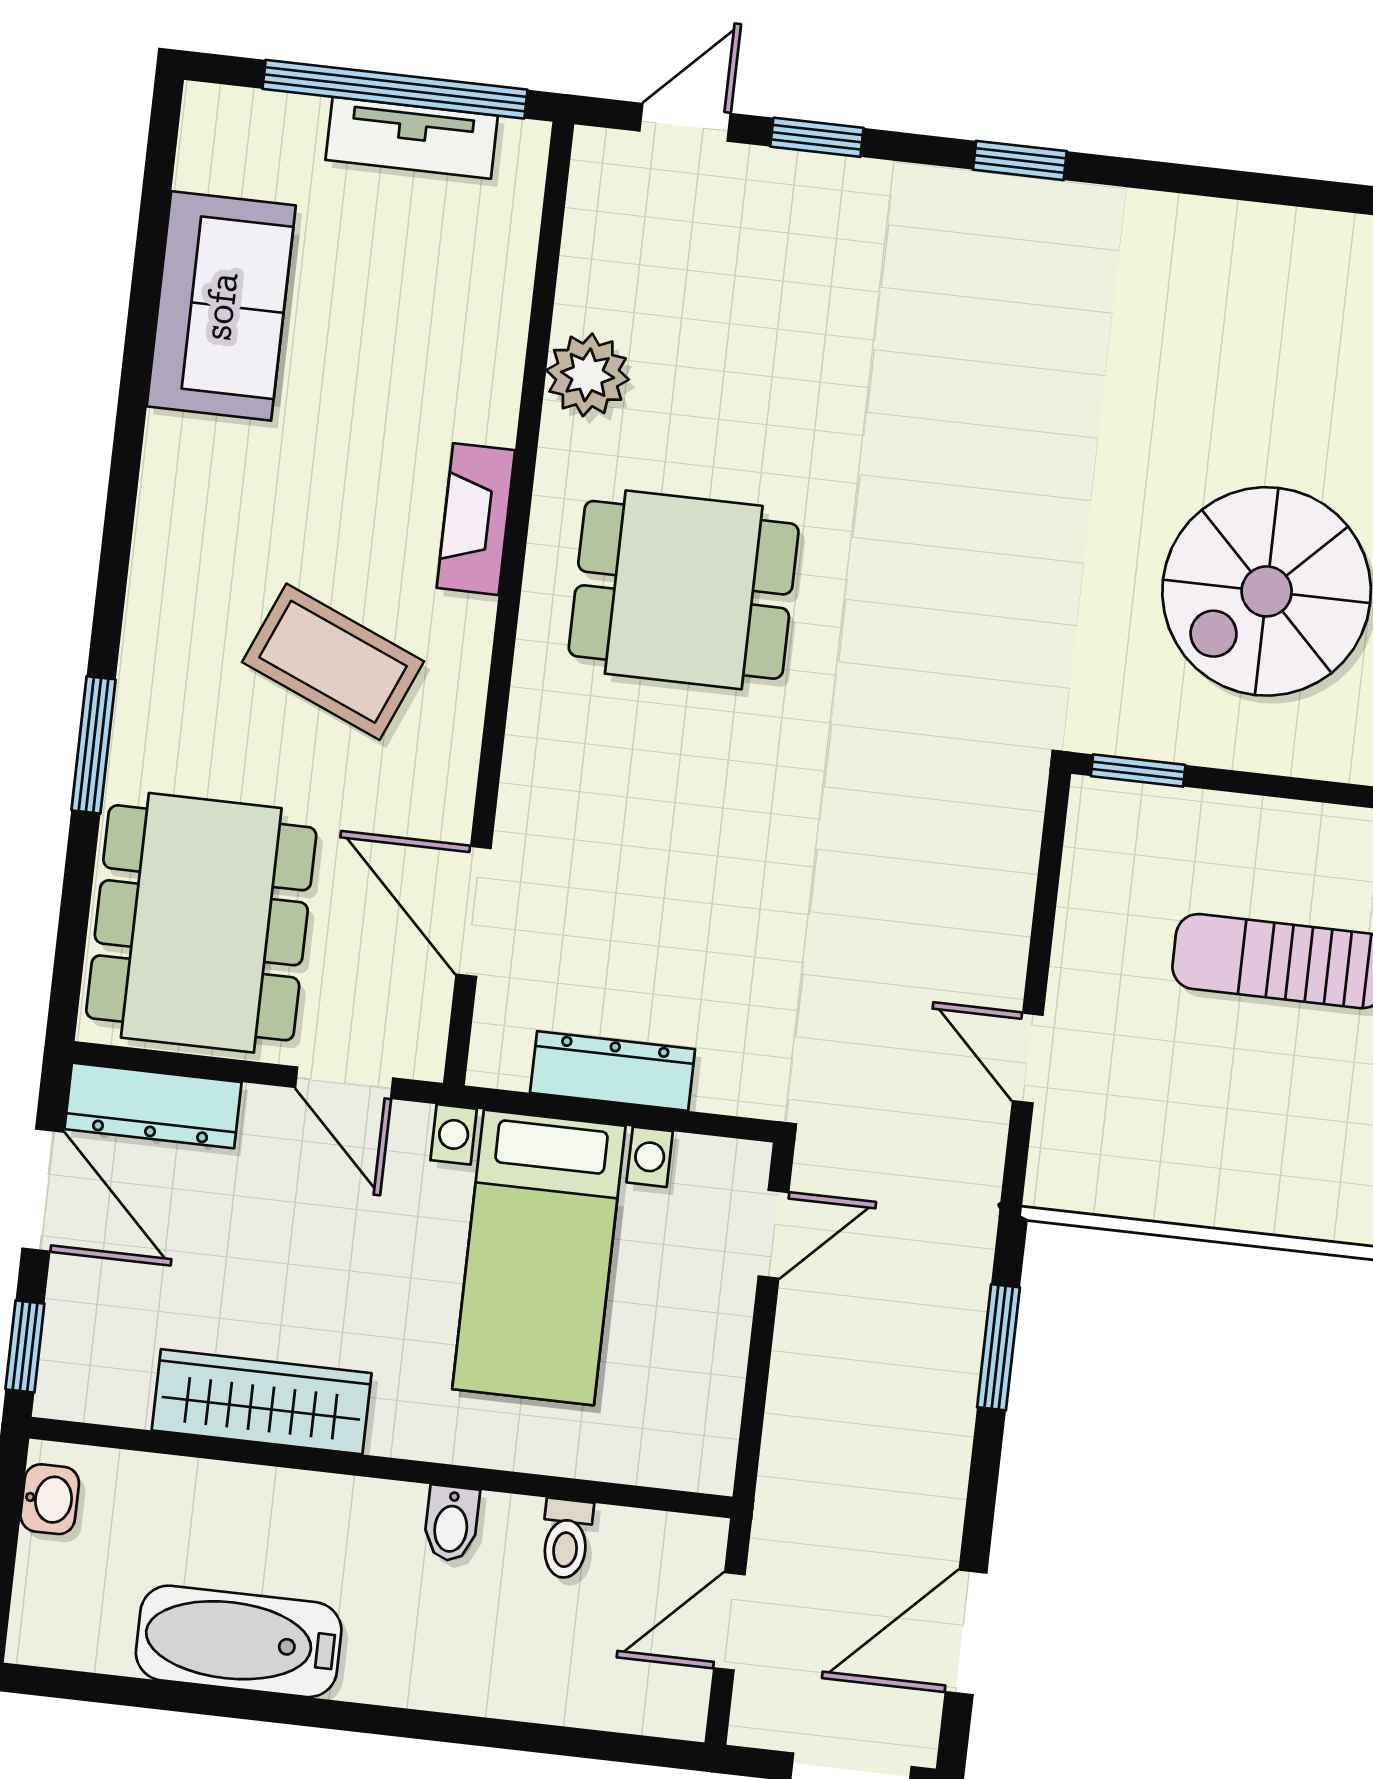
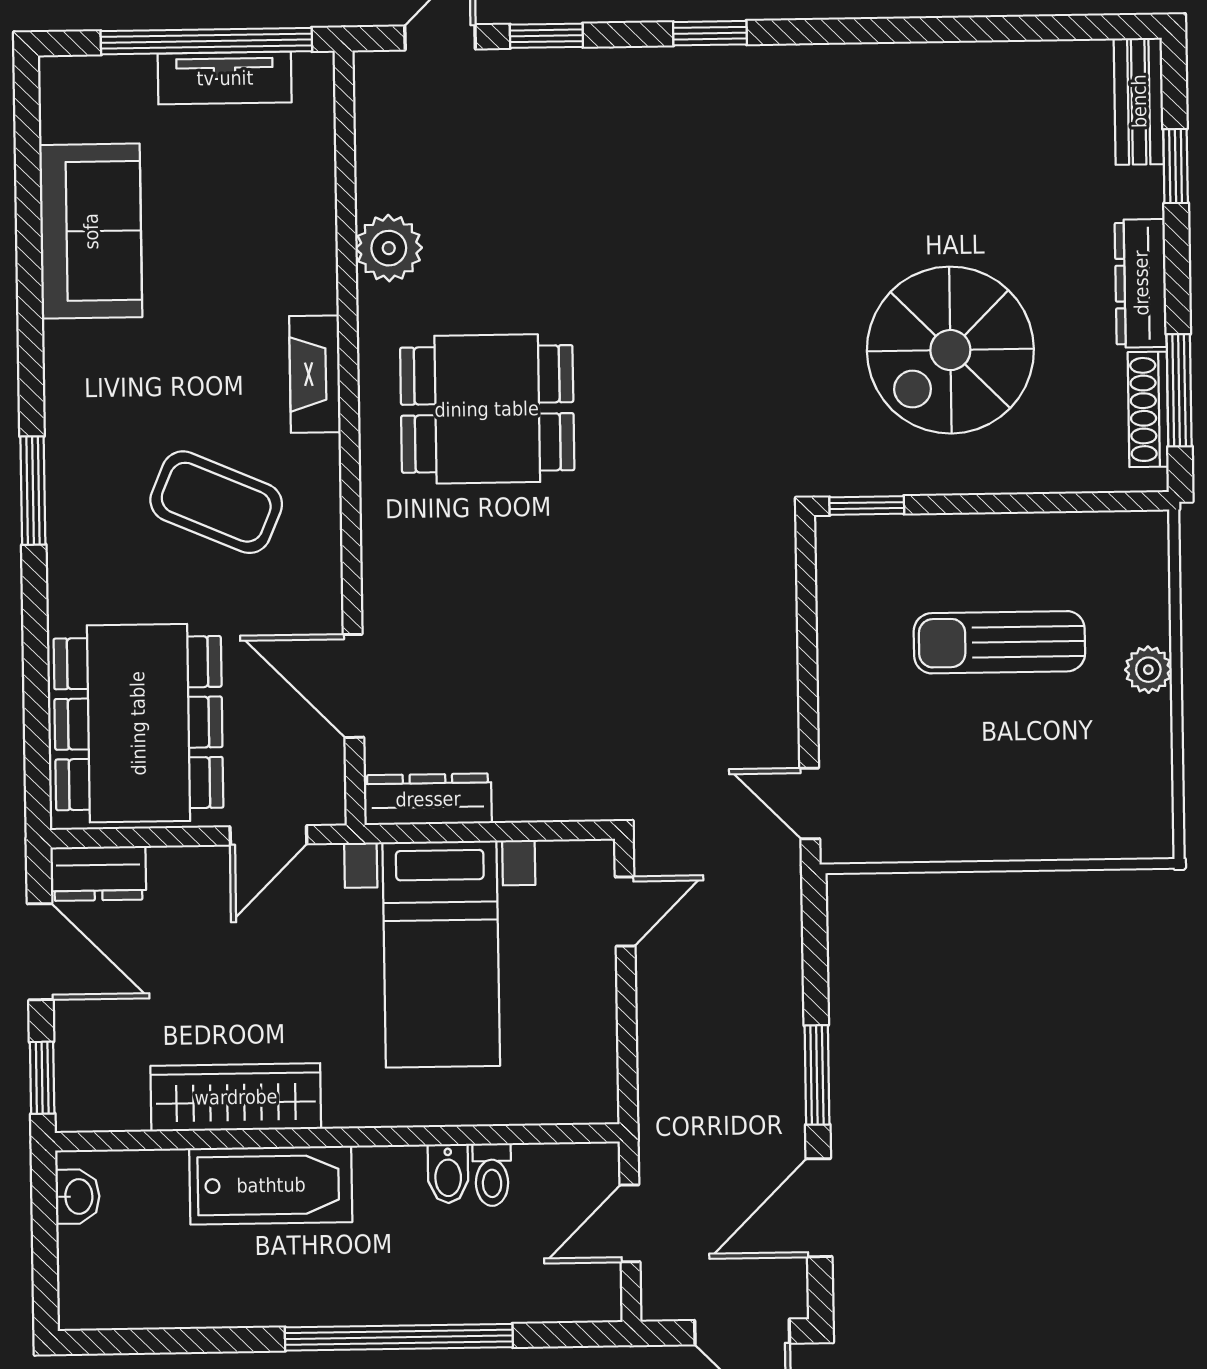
window: (94, 745) -> (33, 491), moved
door: (1028, 1058) -> (810, 804), moved
dresser: (613, 1071) -> (428, 799), moved
door: (344, 1083) -> (268, 835), hinge flipped
dresser: (153, 1106) -> (98, 874), width x0.70
window: (999, 1347) -> (817, 1075), moved
bidet: (451, 1524) -> (448, 1174), moved
bathtub: (239, 1641) -> (271, 1185), moved, turned 180
window: (425, 1725) -> (399, 1337), added

